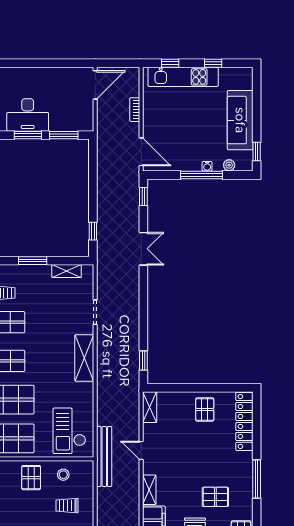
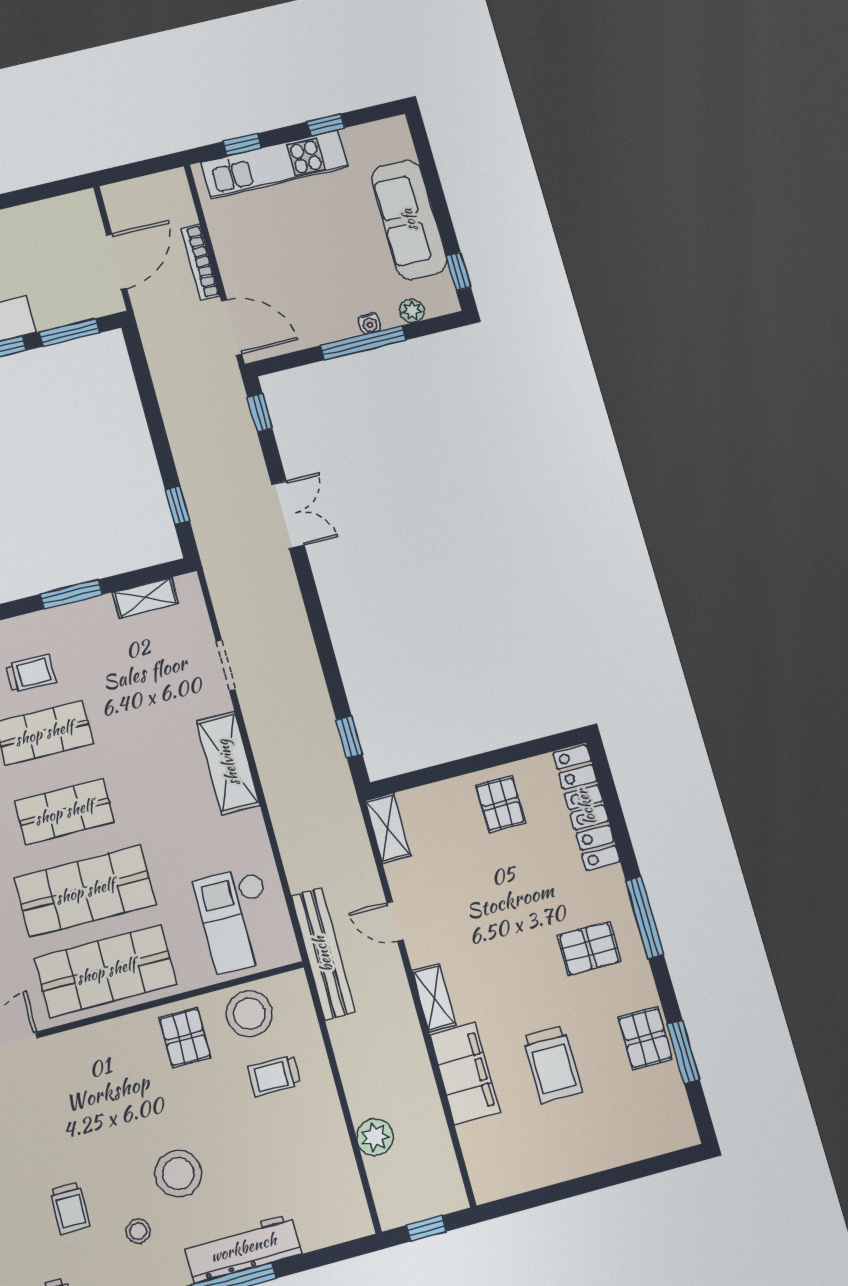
door: (95, 85) -> (116, 261), moved
bookcase: (135, 110) -> (200, 262), width x1.56
stool: (63, 475) -> (249, 1014), width x1.89, depth x1.89
pallet: (215, 497) -> (589, 948), moved

